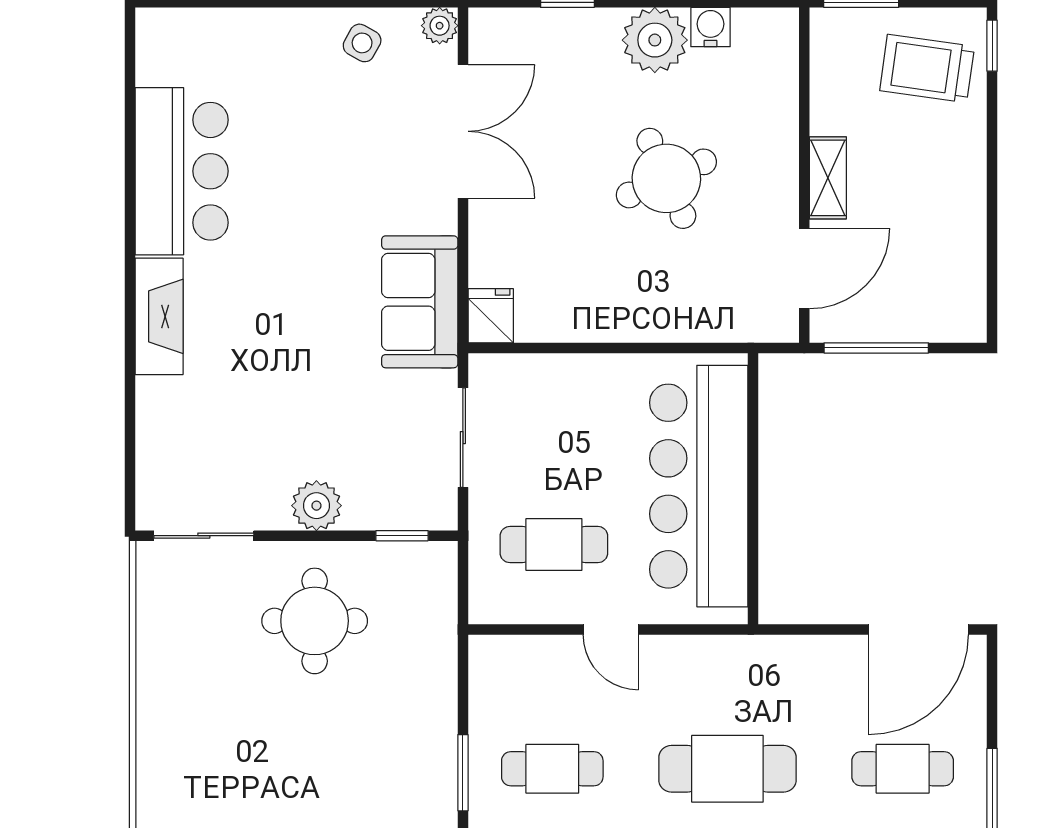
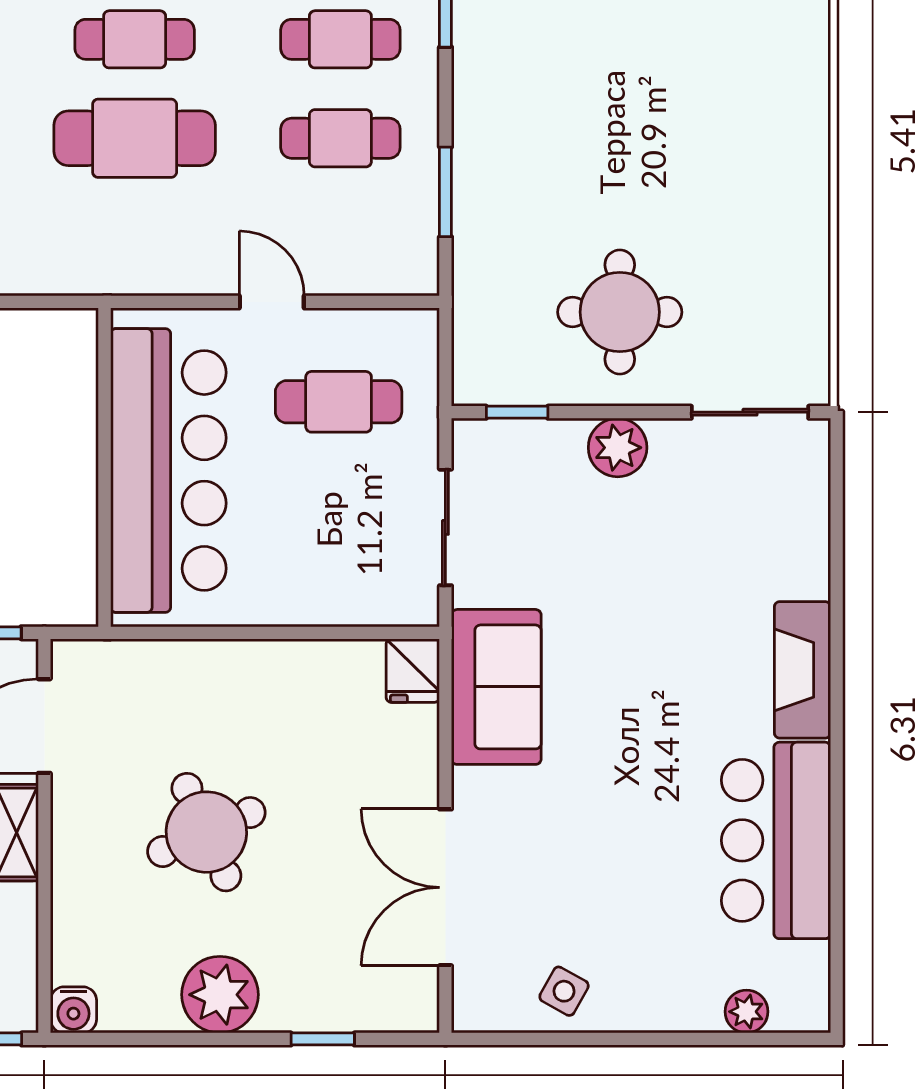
plant: (440, 26) -> (746, 1012), moved
water cooler: (710, 27) -> (73, 1010), moved
window: (463, 773) -> (445, 192), moved

